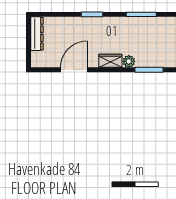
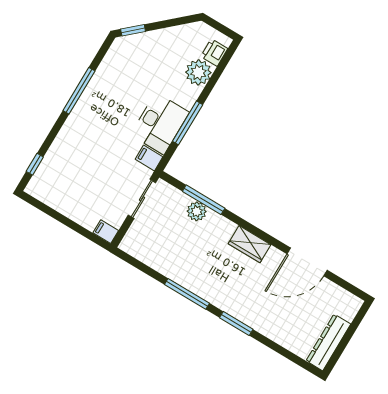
window: (141, 14) -> (187, 294), moved
plant: (129, 61) -> (197, 211), moved

